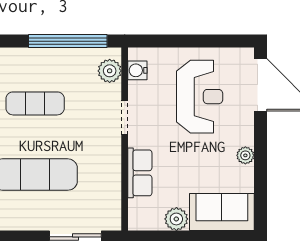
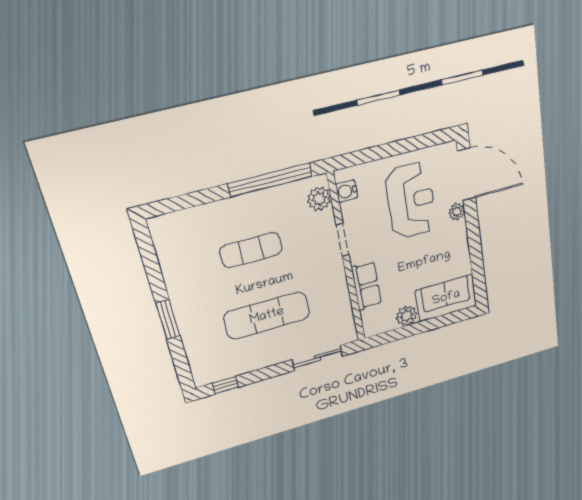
plant: (245, 155) -> (457, 212), moved

